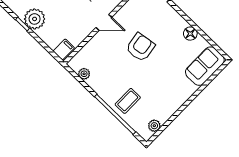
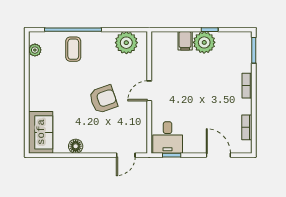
armchair: (140, 47) -> (103, 99), turned -100
filing cabinet: (64, 50) -> (185, 41), moved
plant: (84, 74) -> (126, 43), width x1.87, depth x1.87

